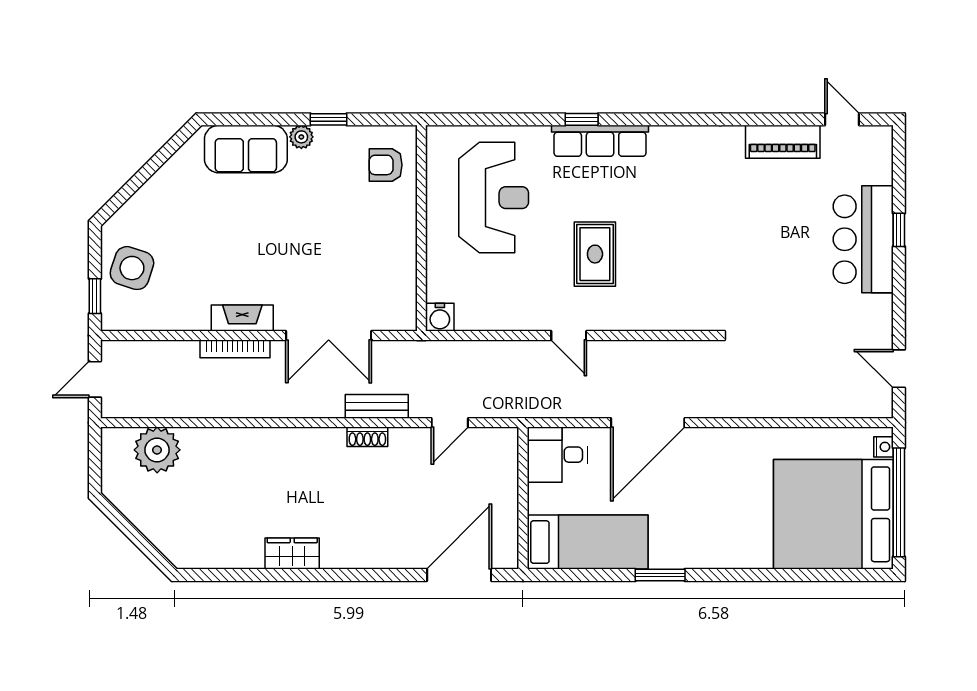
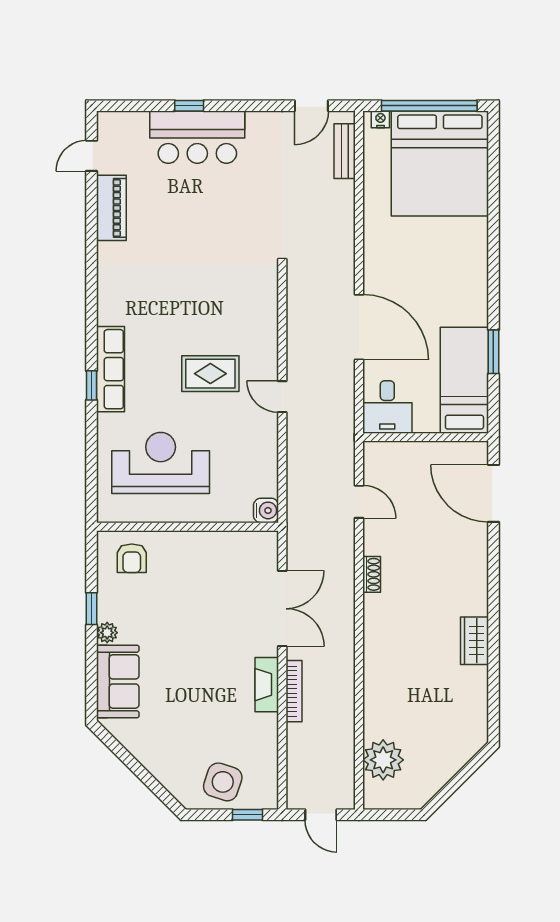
door: (569, 336) -> (282, 397), swing flipped
bench: (377, 406) -> (345, 151), moved
window: (660, 575) -> (493, 352), moved

